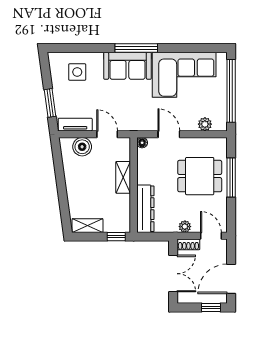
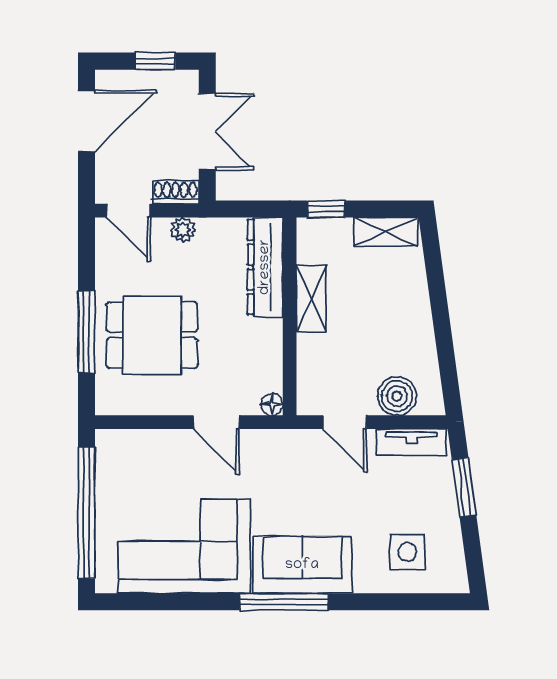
plant: (205, 124) -> (141, 443), removed
shelving: (123, 177) -> (311, 299), moved
double door: (173, 274) -> (207, 132), swing flipped
window: (211, 307) -> (155, 61), moved

